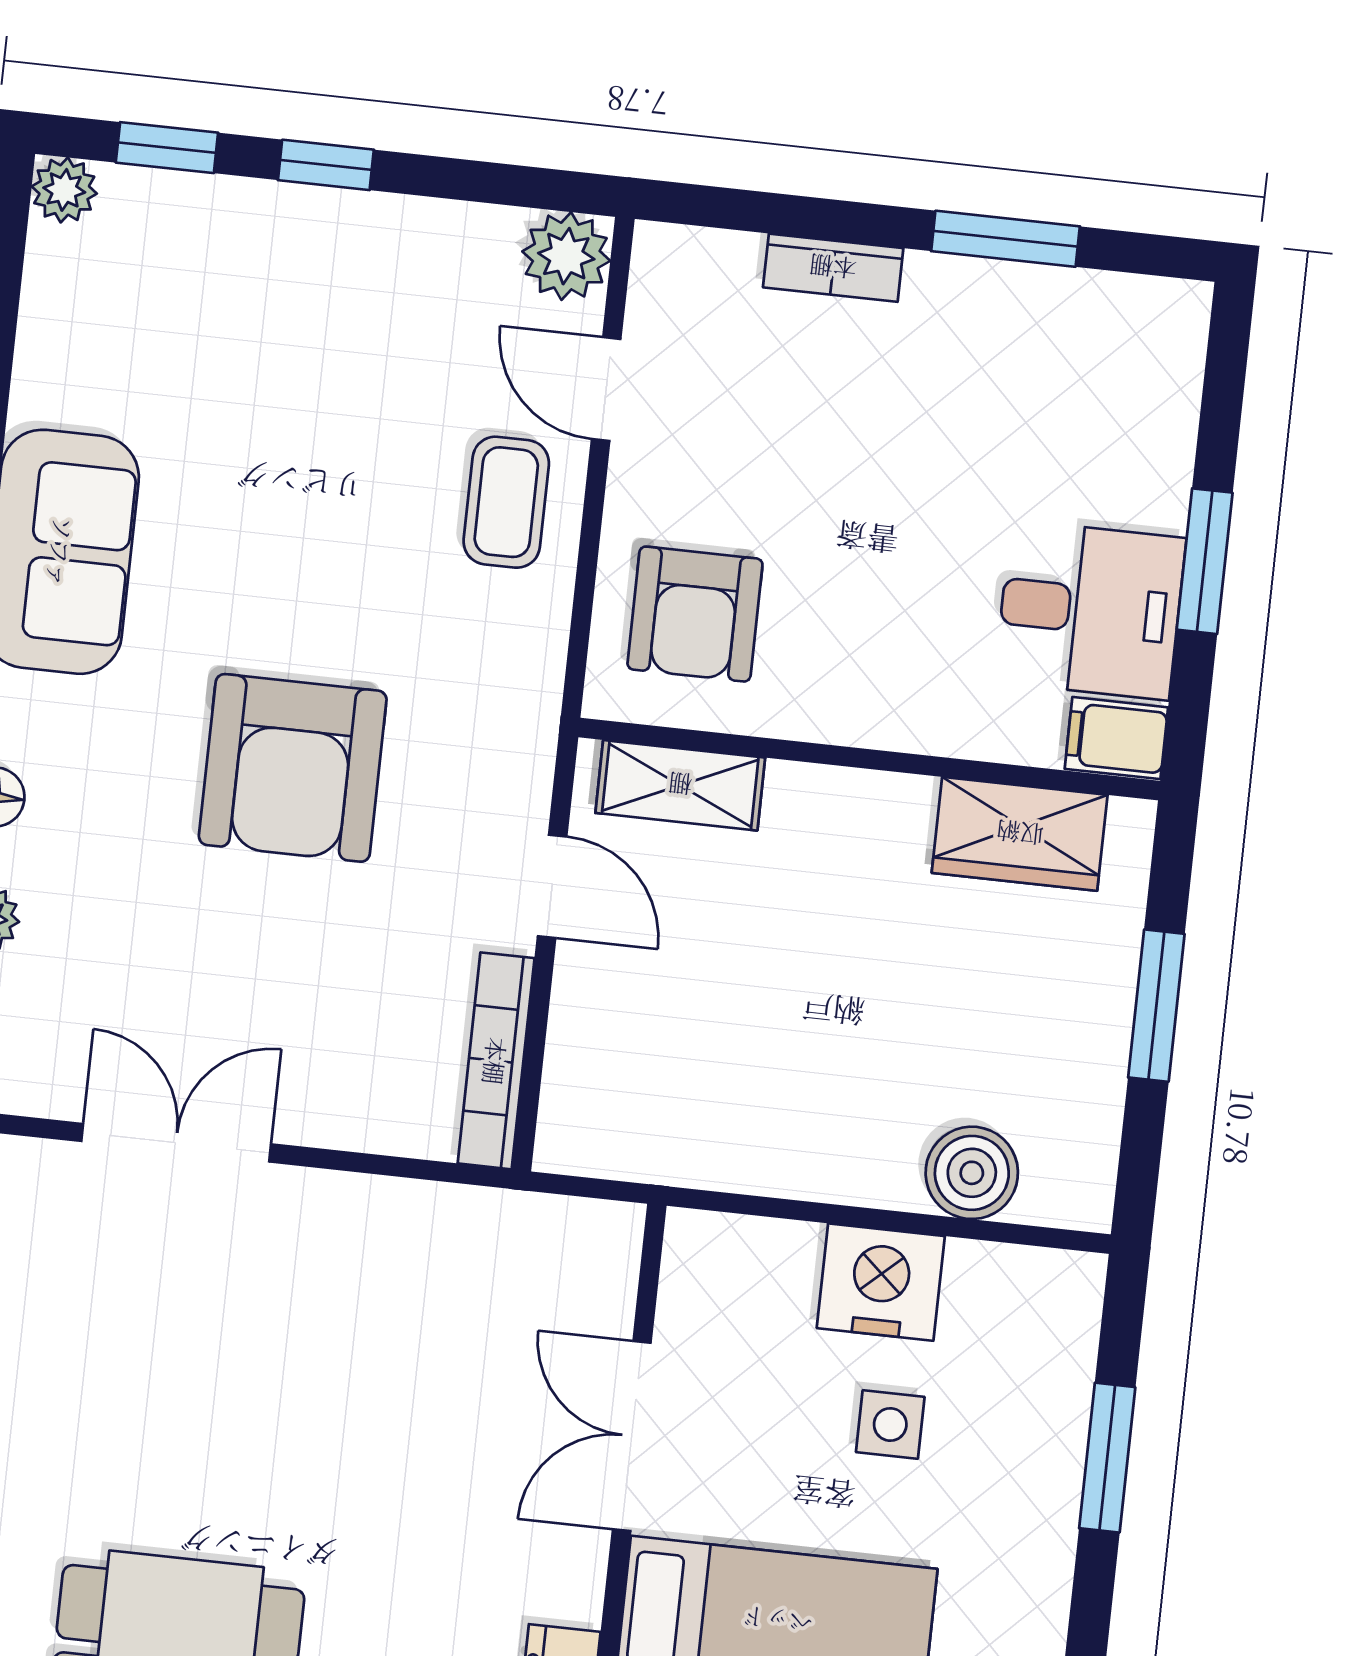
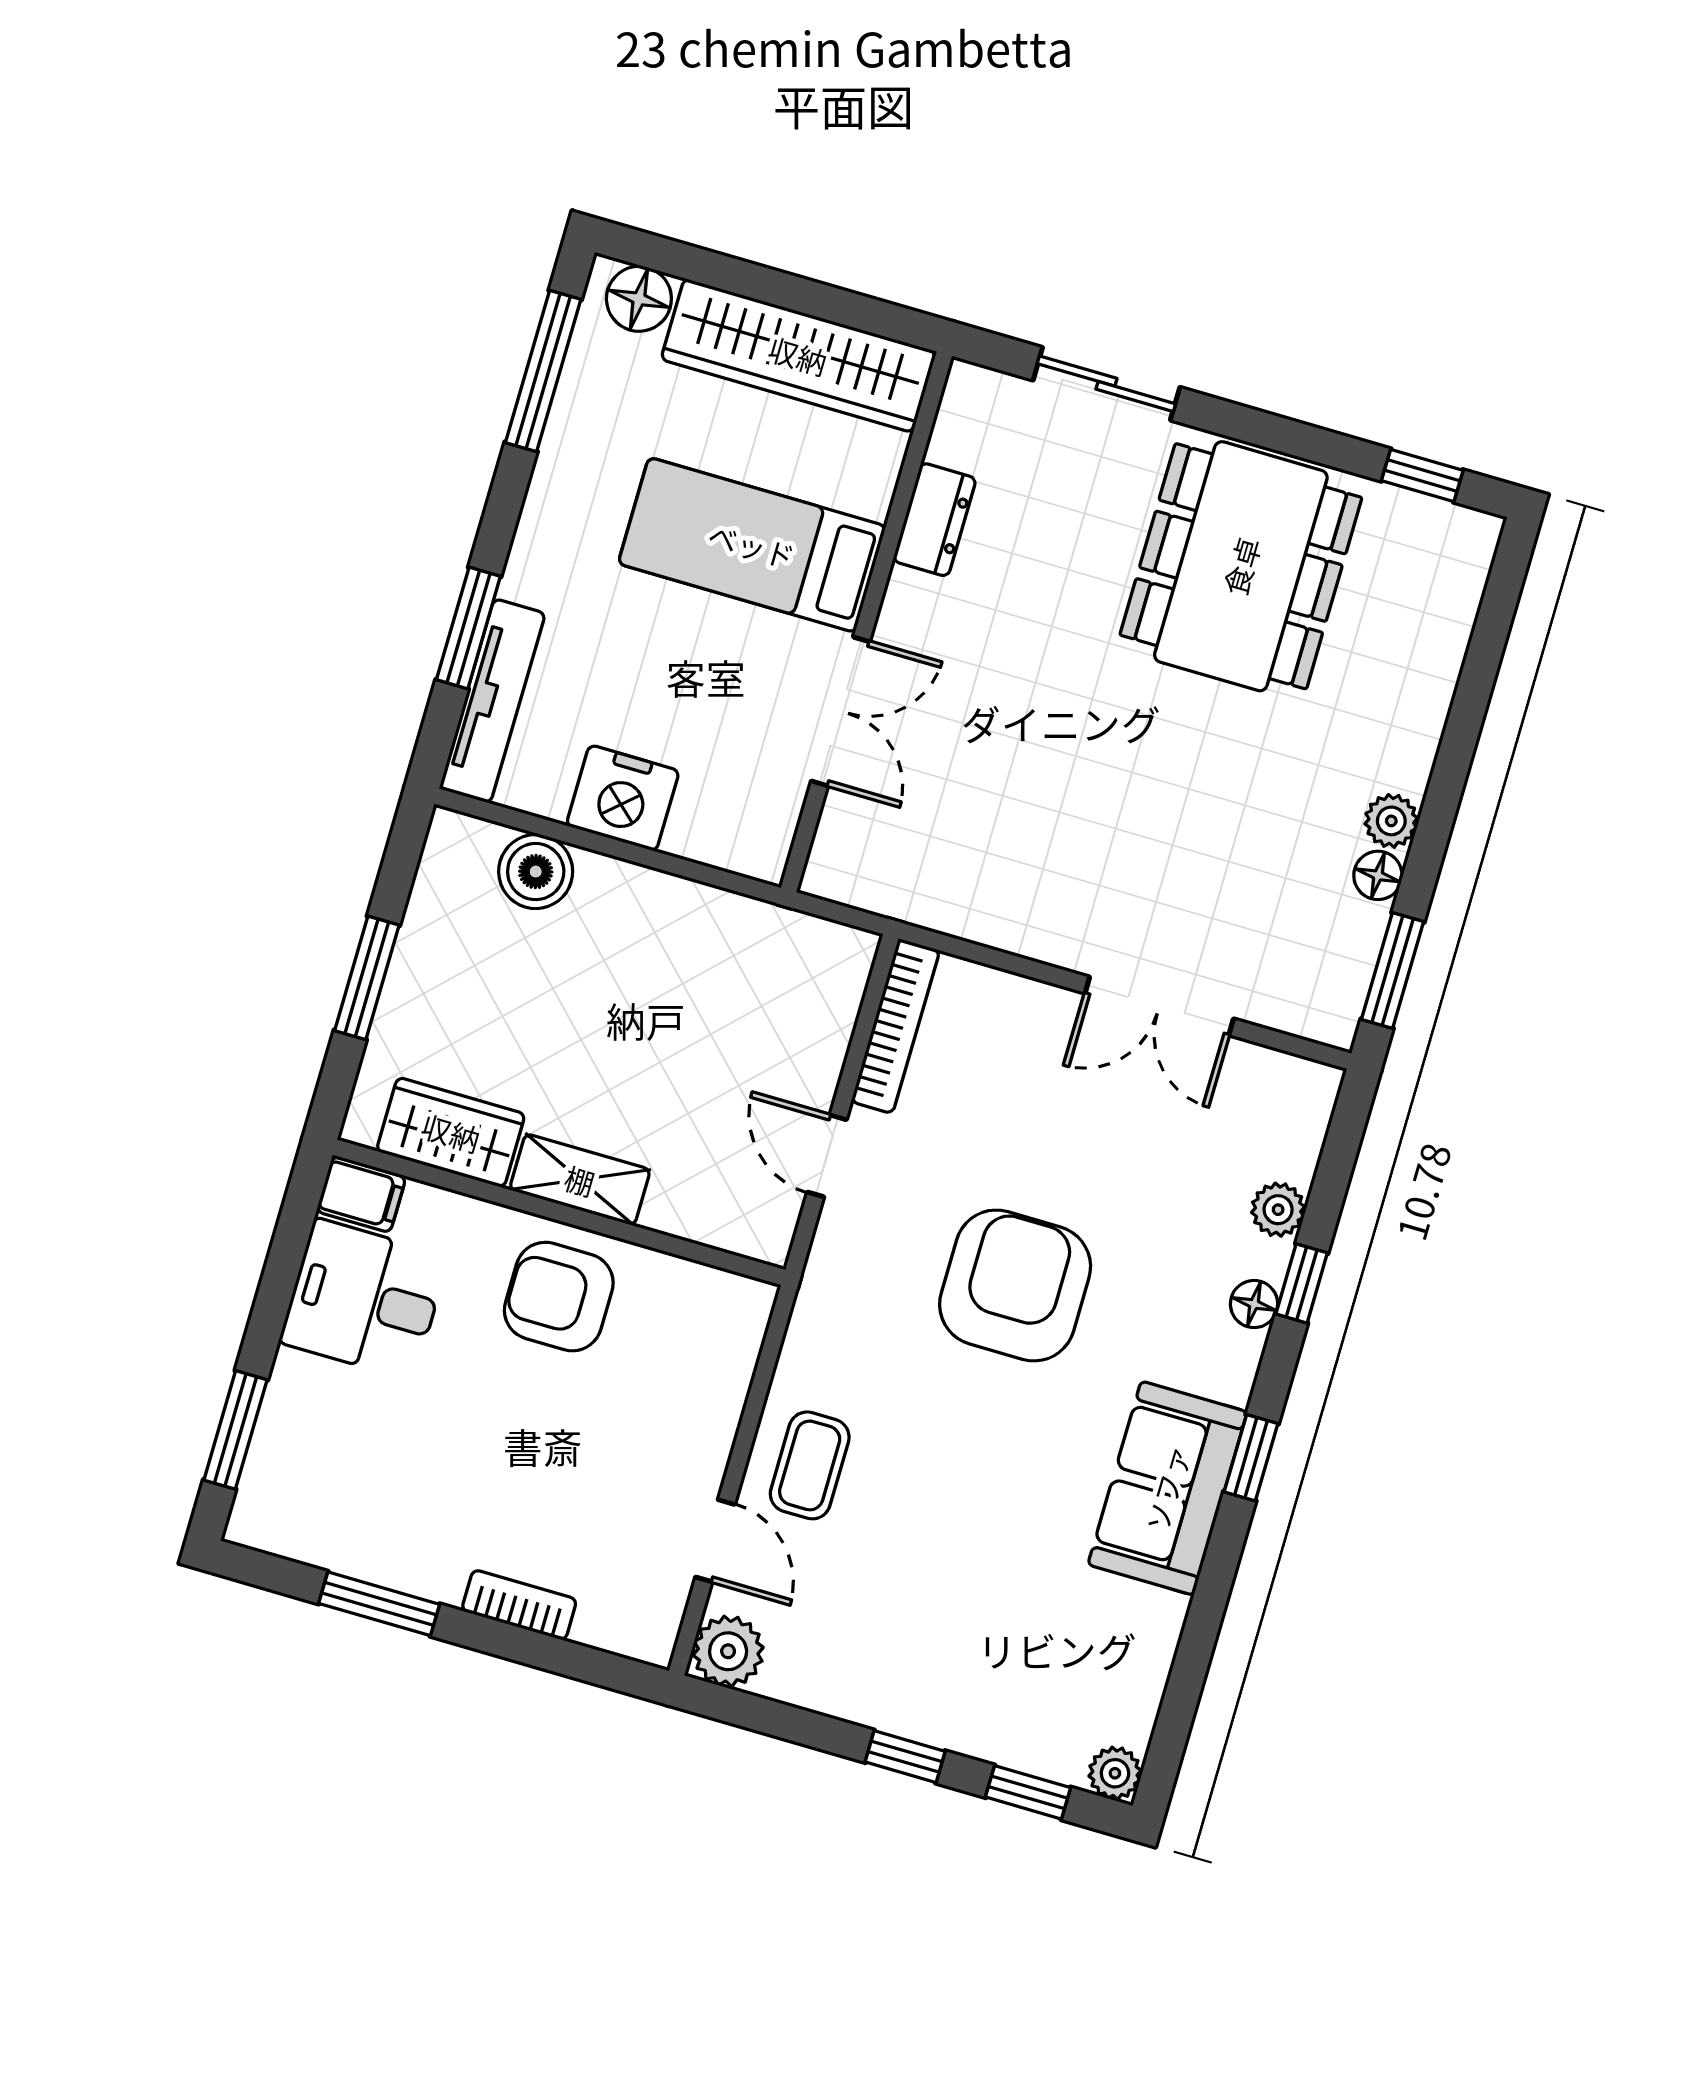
window: (1205, 561) -> (235, 1430), moved
armchair: (695, 614) -> (559, 1297), moved, turned -90
shelving: (680, 785) -> (580, 1180), moved
tv unit: (1062, 1373) -> (492, 701), added
side table: (890, 1424) -> (635, 684), removed

